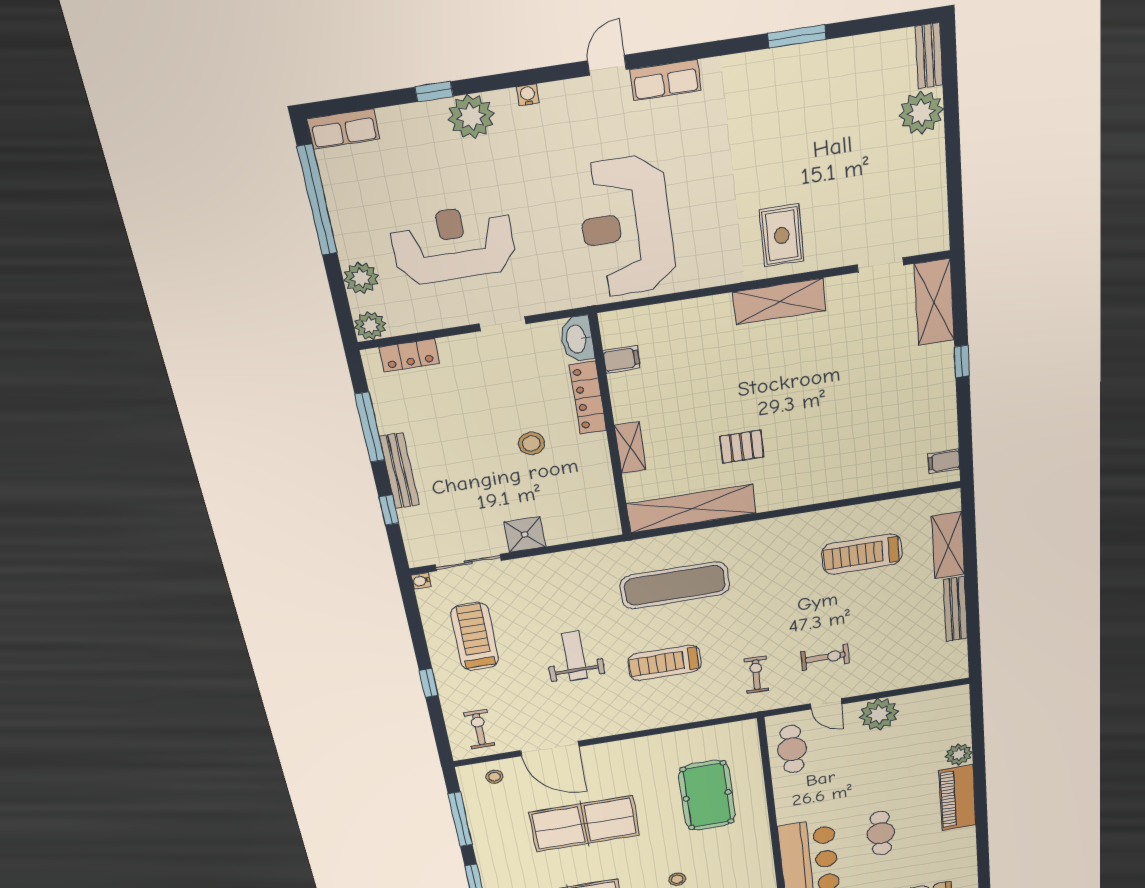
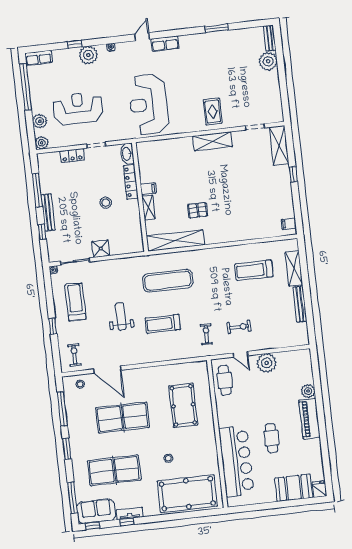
locker: (409, 355) -> (72, 156), moved
filing cabinet: (622, 359) -> (148, 189), moved

